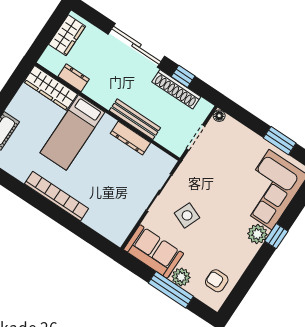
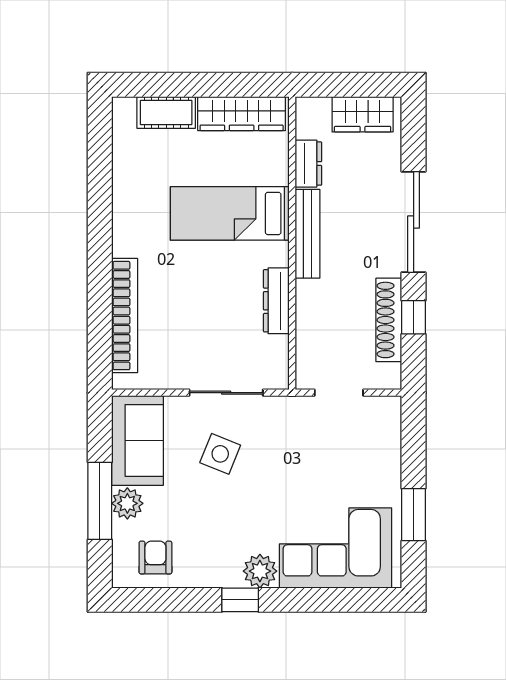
wardrobe: (51, 88) -> (242, 114), moved, turned -90
floor lamp: (219, 116) -> (392, 406), removed
bench: (135, 119) -> (308, 234), moved
bookcase: (57, 196) -> (125, 316), moved
window: (276, 236) -> (240, 600), moved

